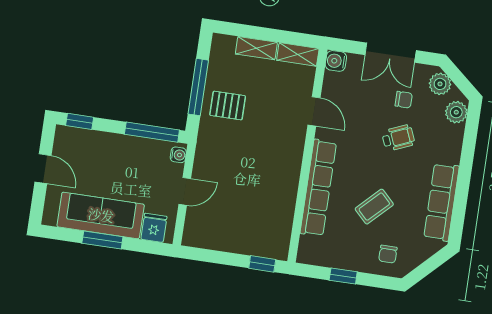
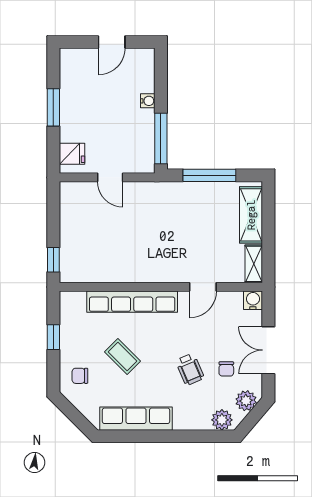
shelving: (256, 48) -> (251, 215), width x1.50, depth x1.33
pallet: (228, 106) -> (196, 205), removed
window: (80, 121) -> (161, 70), removed
water cooler: (178, 155) -> (148, 101), moved, turned -90
sofa: (101, 215) -> (76, 102), removed

